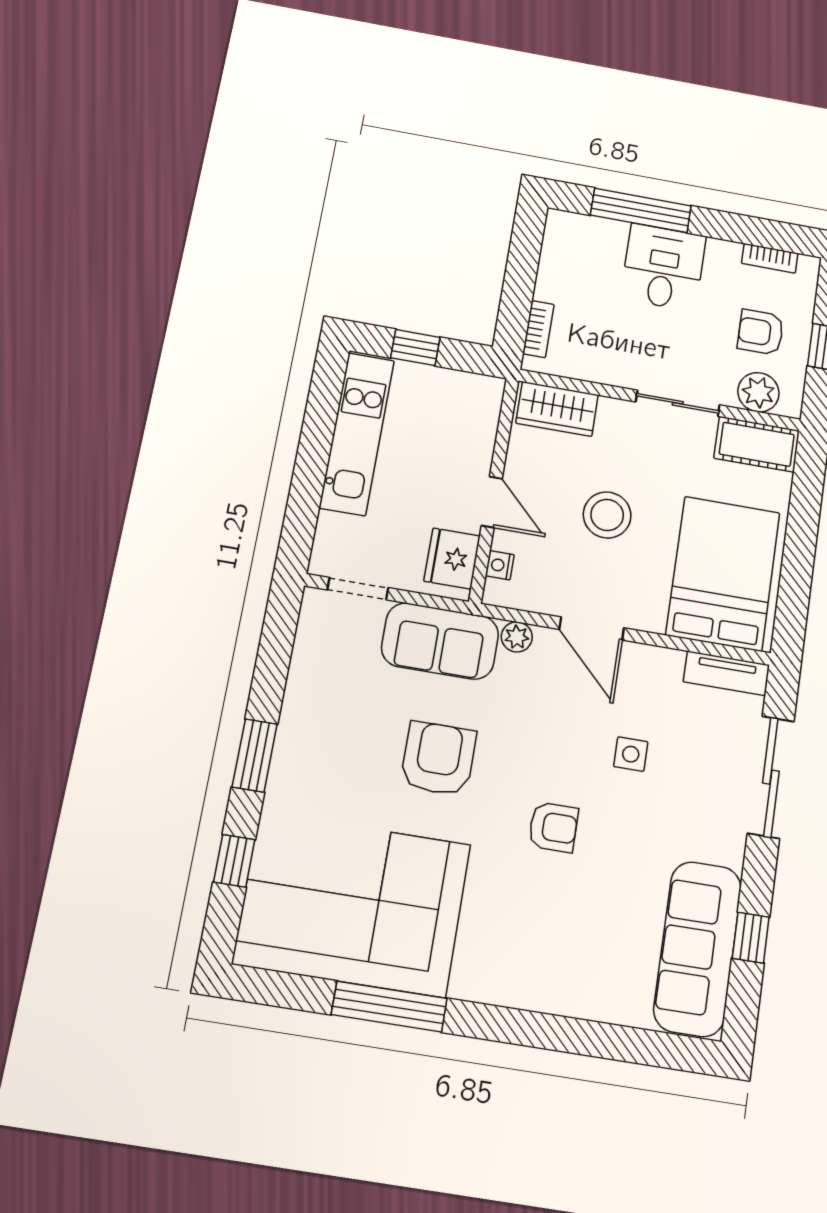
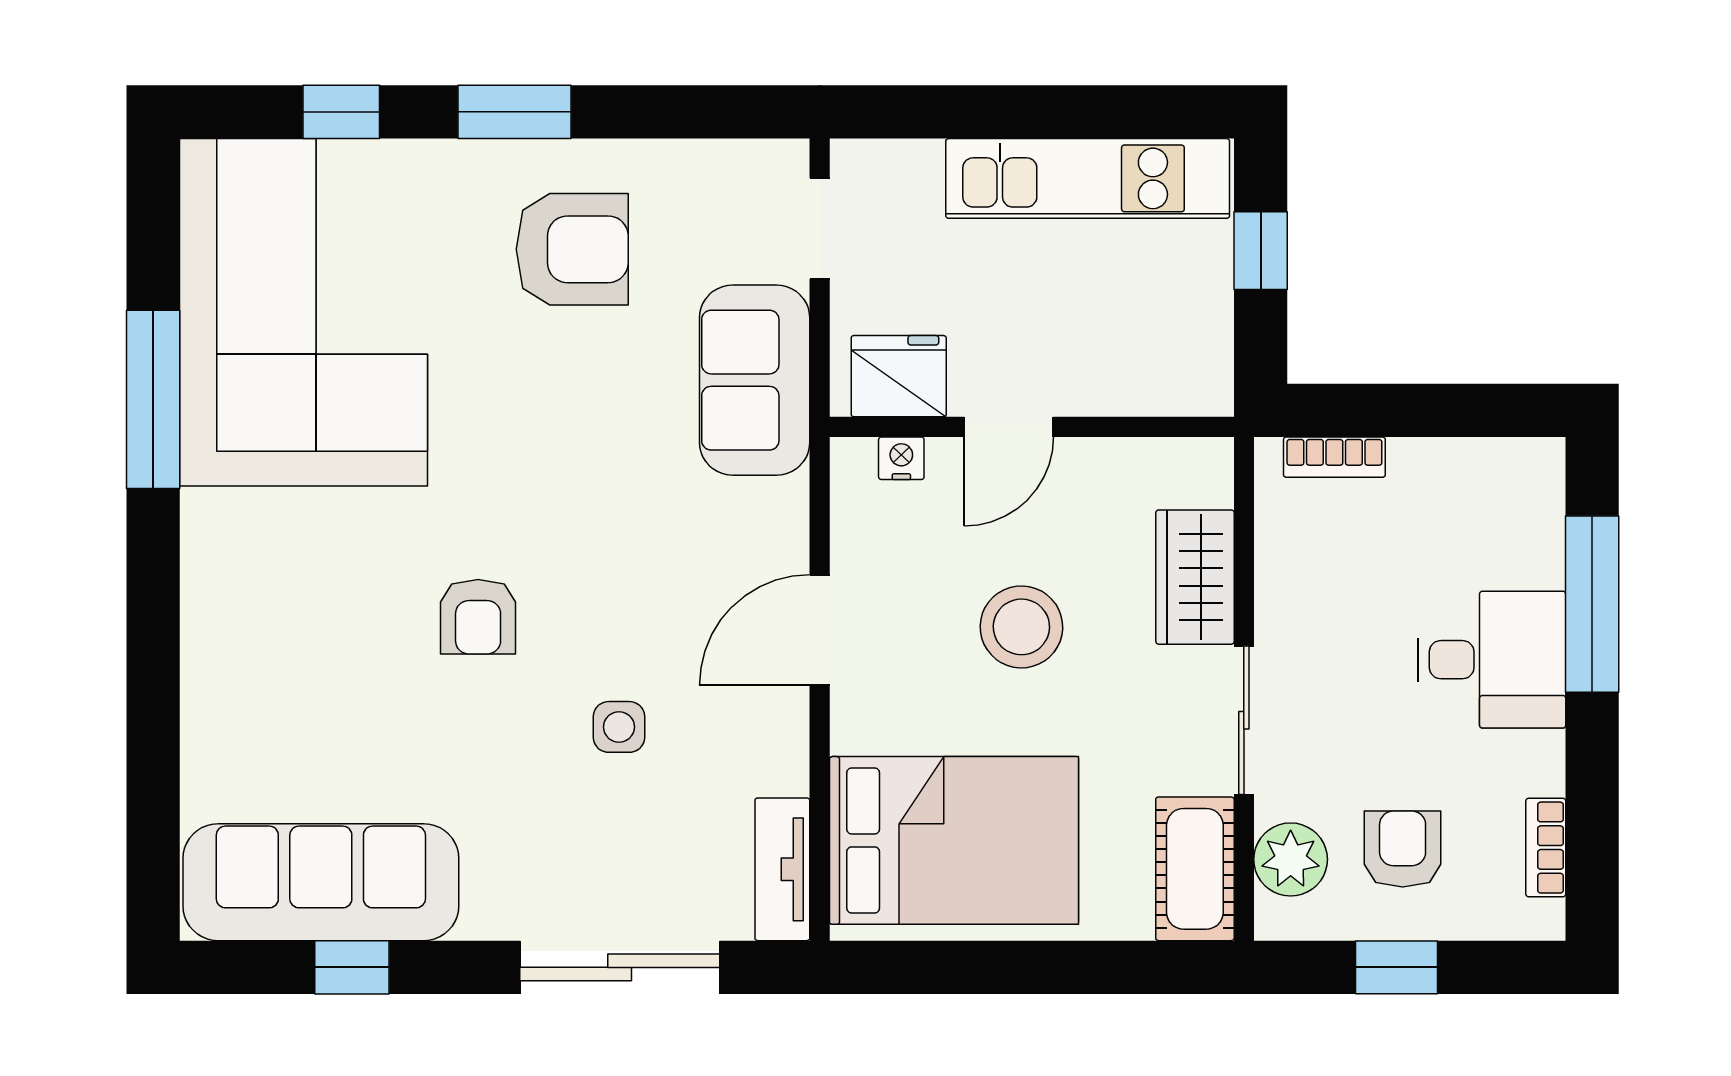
wardrobe: (557, 409) -> (1195, 577), moved
plant: (517, 637) -> (784, 507), removed
armchair: (438, 759) -> (572, 249), moved

